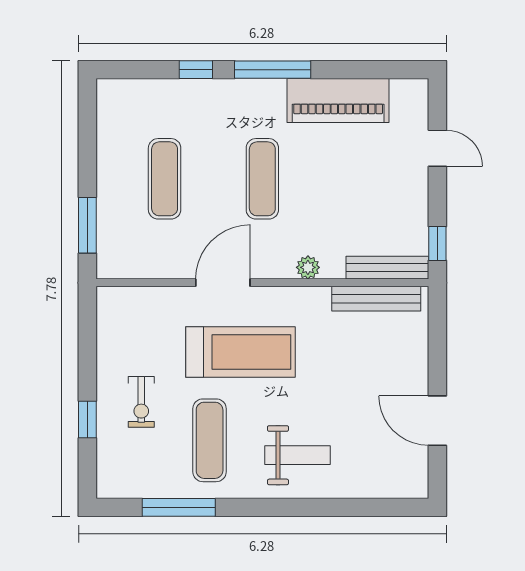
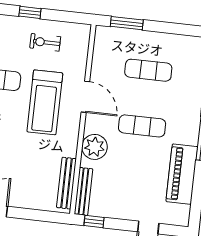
plant: (308, 267) -> (95, 147), width x1.88, depth x1.88
exercise bike: (141, 402) -> (45, 42), moved
window: (87, 420) -> (30, 12), moved

